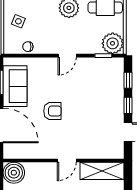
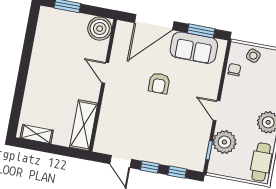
side table: (18, 21) -> (253, 56), moved
plant: (113, 43) -> (224, 142), moved
door: (67, 160) -> (105, 73), moved

